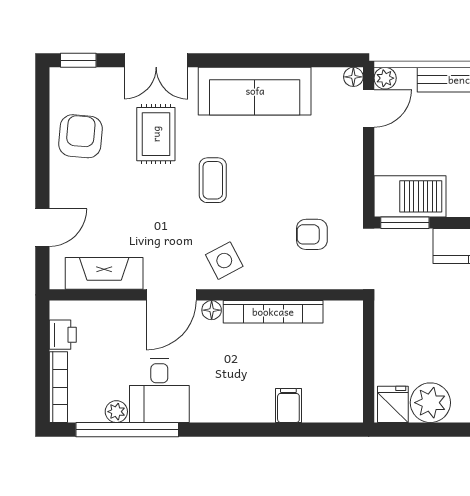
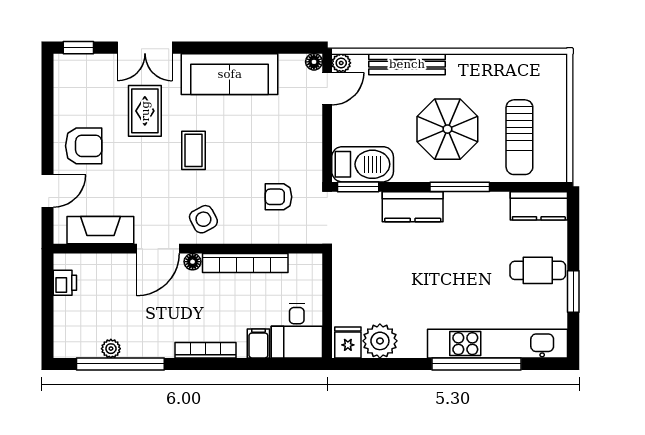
armchair: (80, 136) -> (84, 146), moved, turned 85
bookcase: (58, 387) -> (206, 350), moved, turned -90
desk: (159, 391) -> (297, 331), moved

